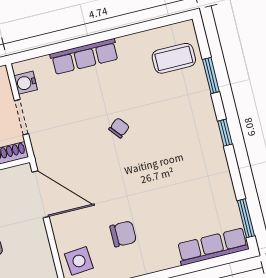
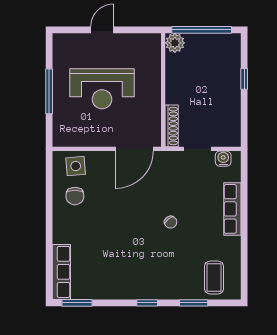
chair: (123, 234) -> (75, 196), moved

